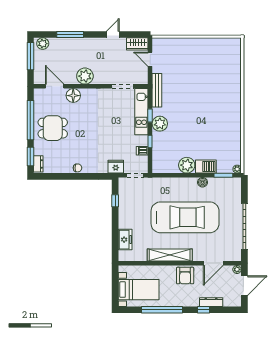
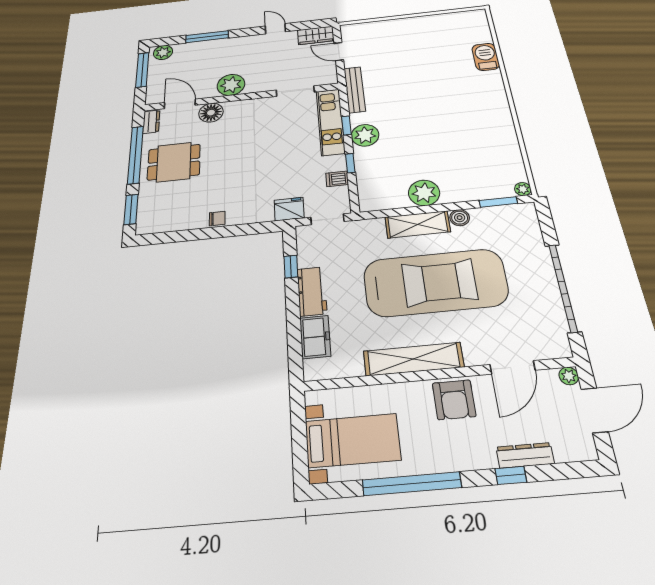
door: (113, 34) -> (275, 29), hinge flipped
dresser: (38, 164) -> (151, 122), moved
barbecue: (206, 167) -> (486, 57), moved, turned -90
shelving: (181, 184) -> (418, 224), added
workbench: (125, 216) -> (312, 291), added

